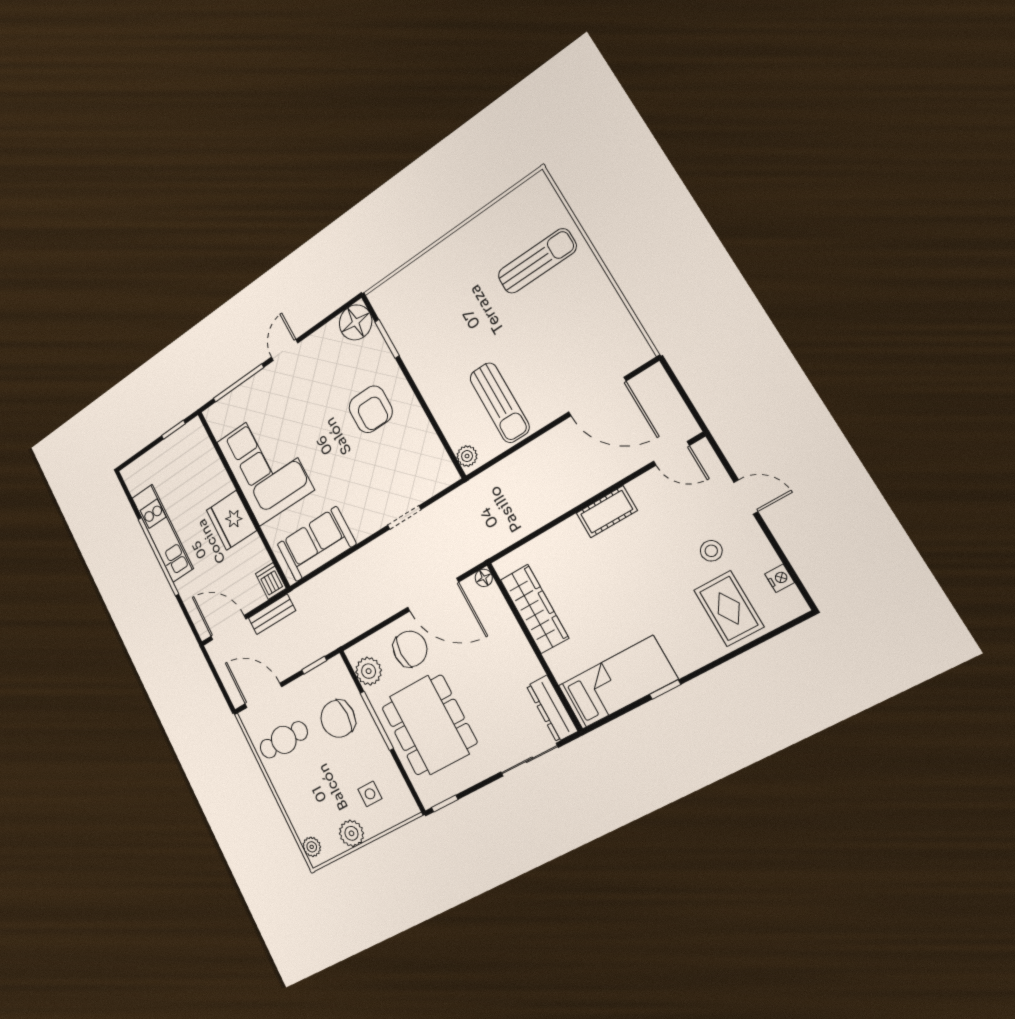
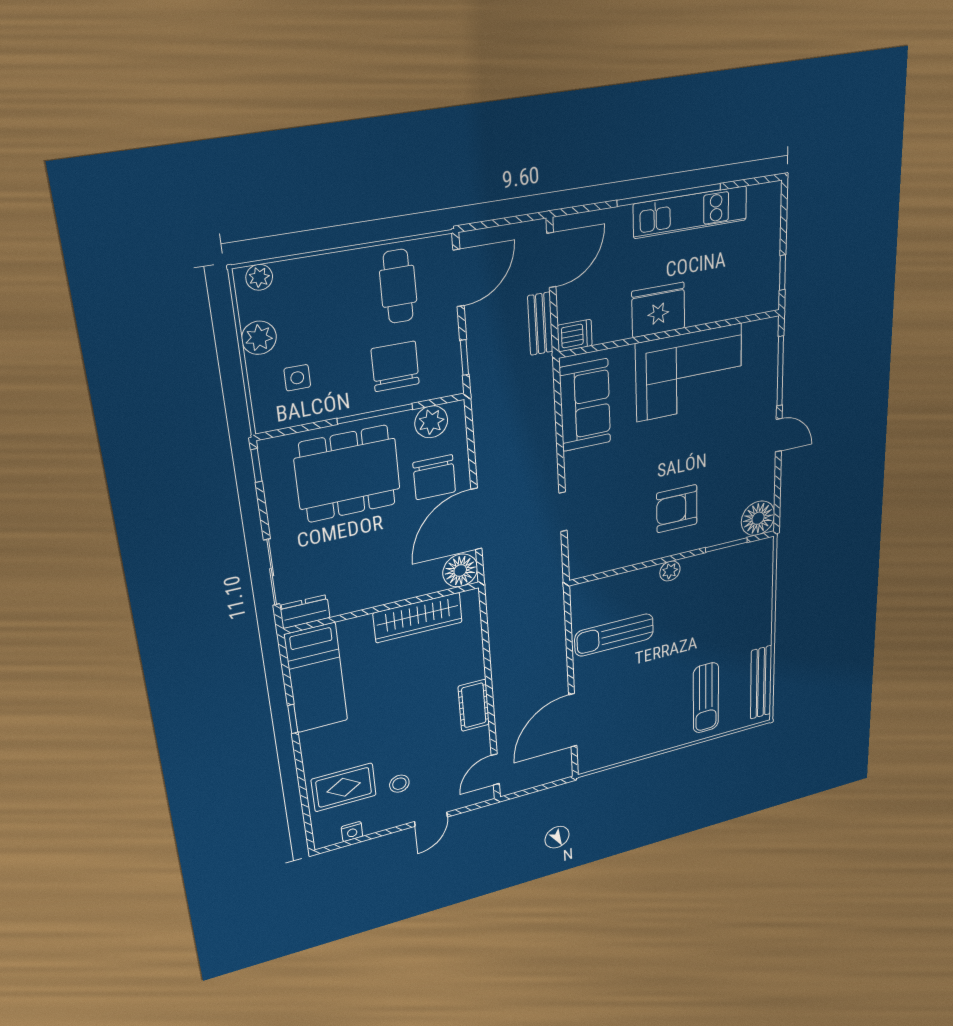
bench: (505, 209) -> (761, 682), added
plant: (467, 456) -> (670, 571), moved
floor lamp: (484, 578) -> (460, 571), width x1.89, depth x1.89
dresser: (552, 709) -> (305, 612), width x0.70

